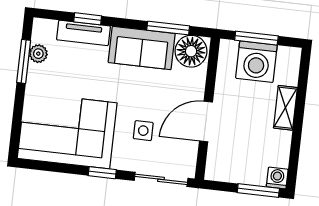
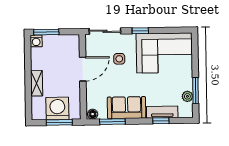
floor lamp: (191, 51) -> (93, 114), width x0.53, depth x0.53

